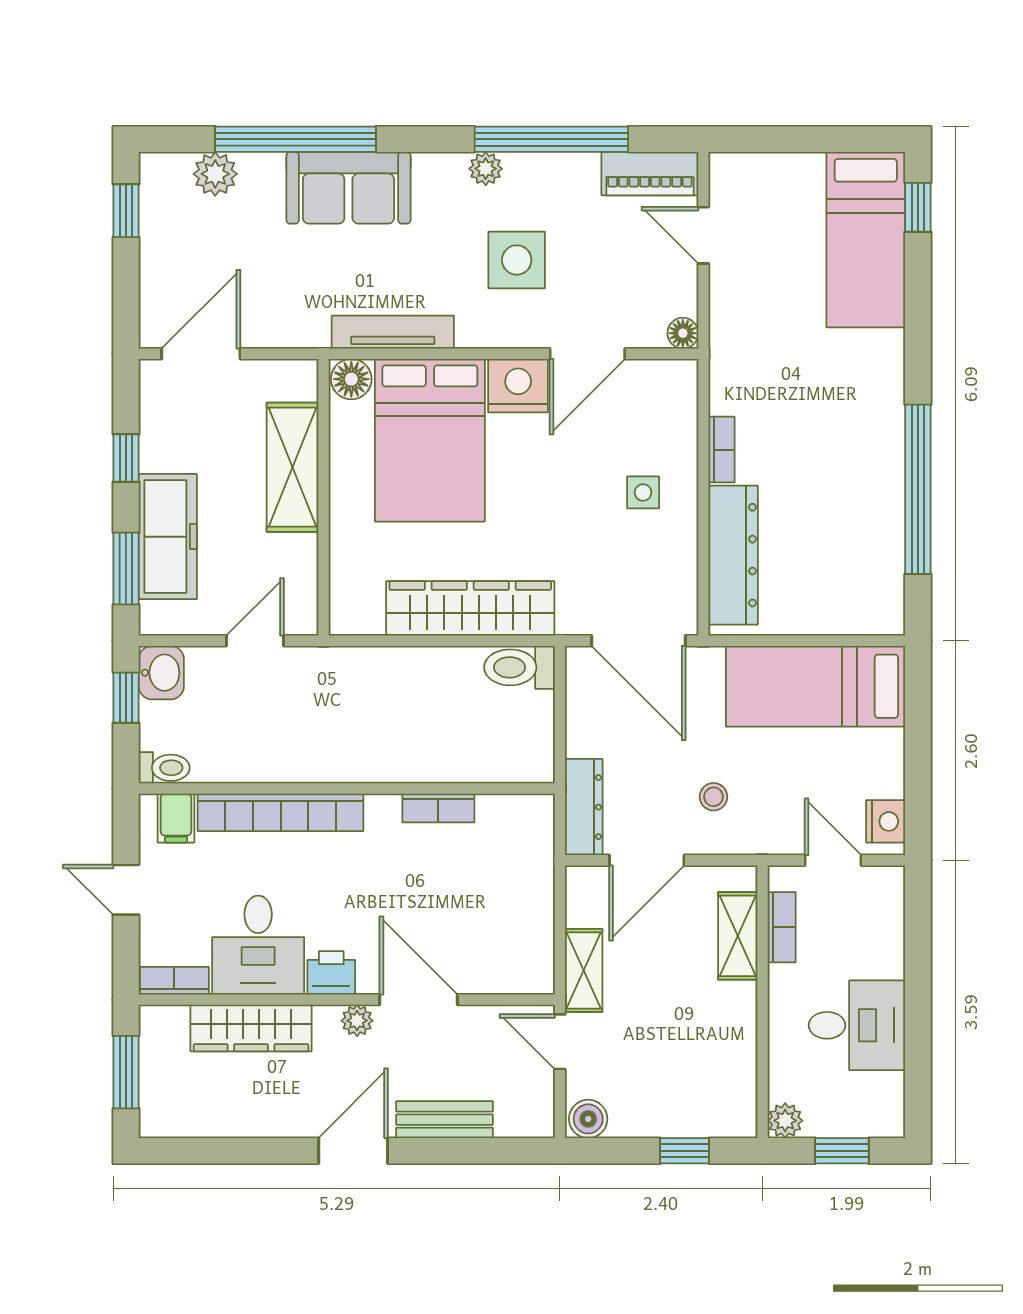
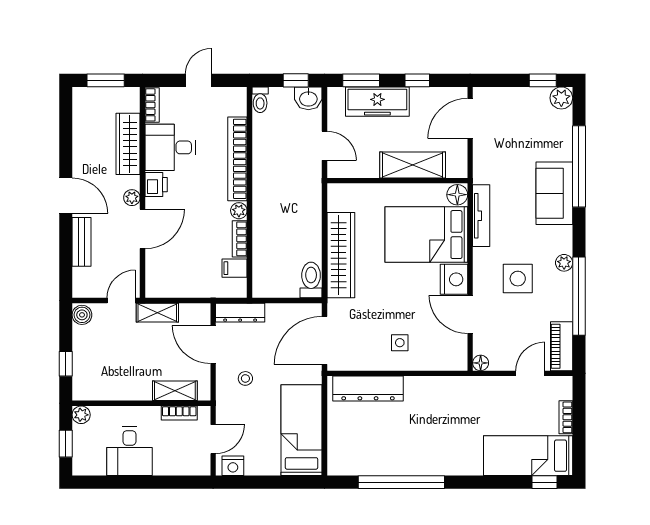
plant: (215, 174) -> (561, 98), moved
door: (201, 354) -> (470, 118), swing flipped
bookcase: (722, 450) -> (566, 417), moved, turned 90
plant: (383, 810) -> (239, 211), added
filing cabinet: (176, 818) -> (235, 268), moved

